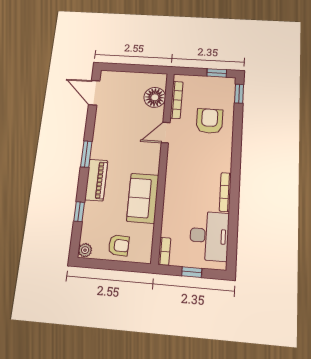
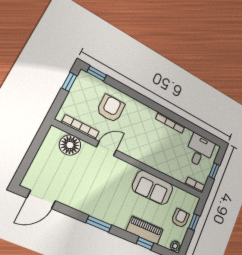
armchair: (210, 121) -> (111, 108), turned 90
door: (166, 133) -> (106, 149), swing flipped
piano: (96, 180) -> (145, 230), moved
desk: (209, 236) -> (200, 151), width x0.73
window: (120, 266) -> (194, 222), added

